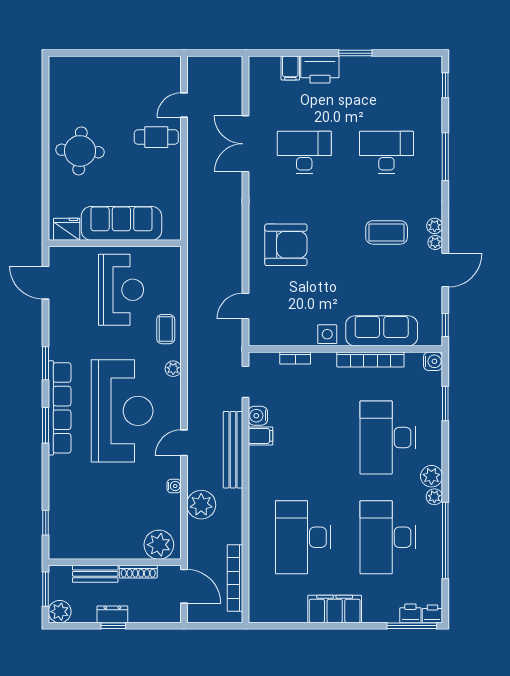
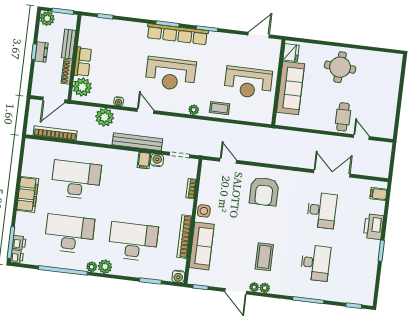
filing cabinet: (290, 68) -> (378, 194), moved
reception desk: (122, 411) -> (171, 74), width x0.74, depth x0.77
row of seats: (120, 549) -> (83, 62), added

